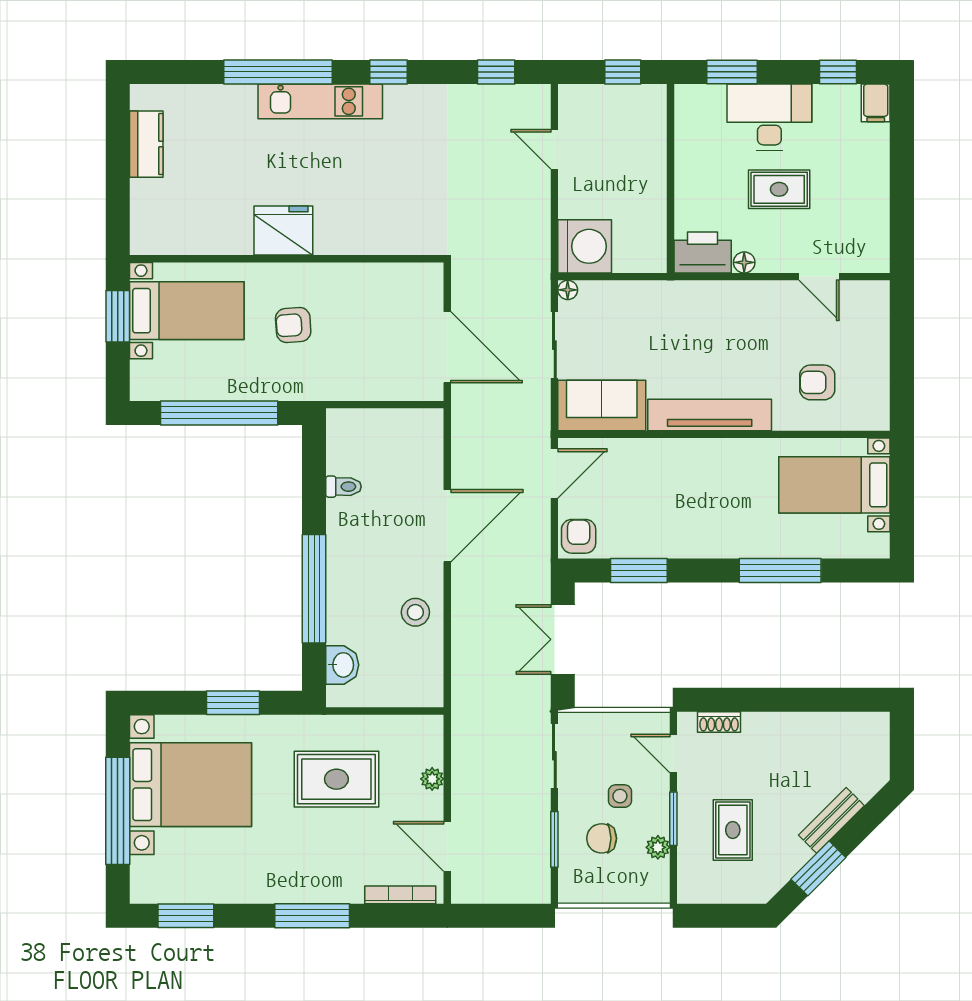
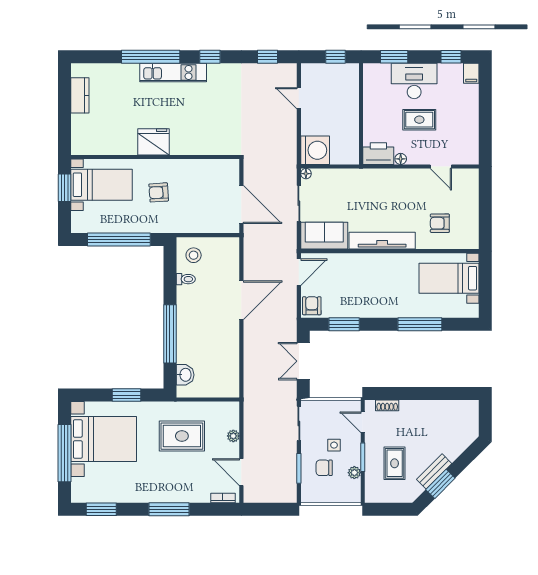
stool: (415, 612) -> (194, 255), moved
bench: (831, 820) -> (434, 471), moved
bookcase: (400, 895) -> (223, 498), width x0.64

